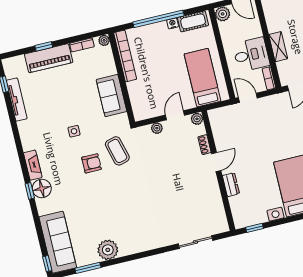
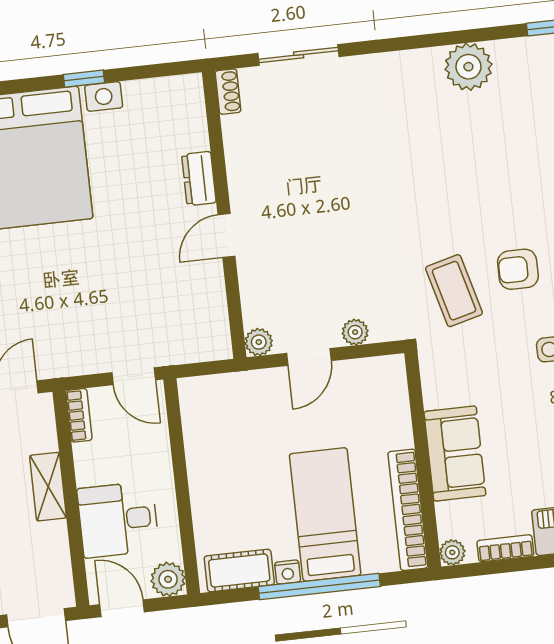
desk: (251, 55) -> (118, 520), moved
bed: (203, 78) -> (325, 514), moved, turned 180
sofa: (111, 96) -> (455, 454), moved
shoe rack: (205, 145) -> (228, 92), moved
window: (254, 228) -> (84, 79), moved
plant: (108, 250) -> (468, 67), moved

